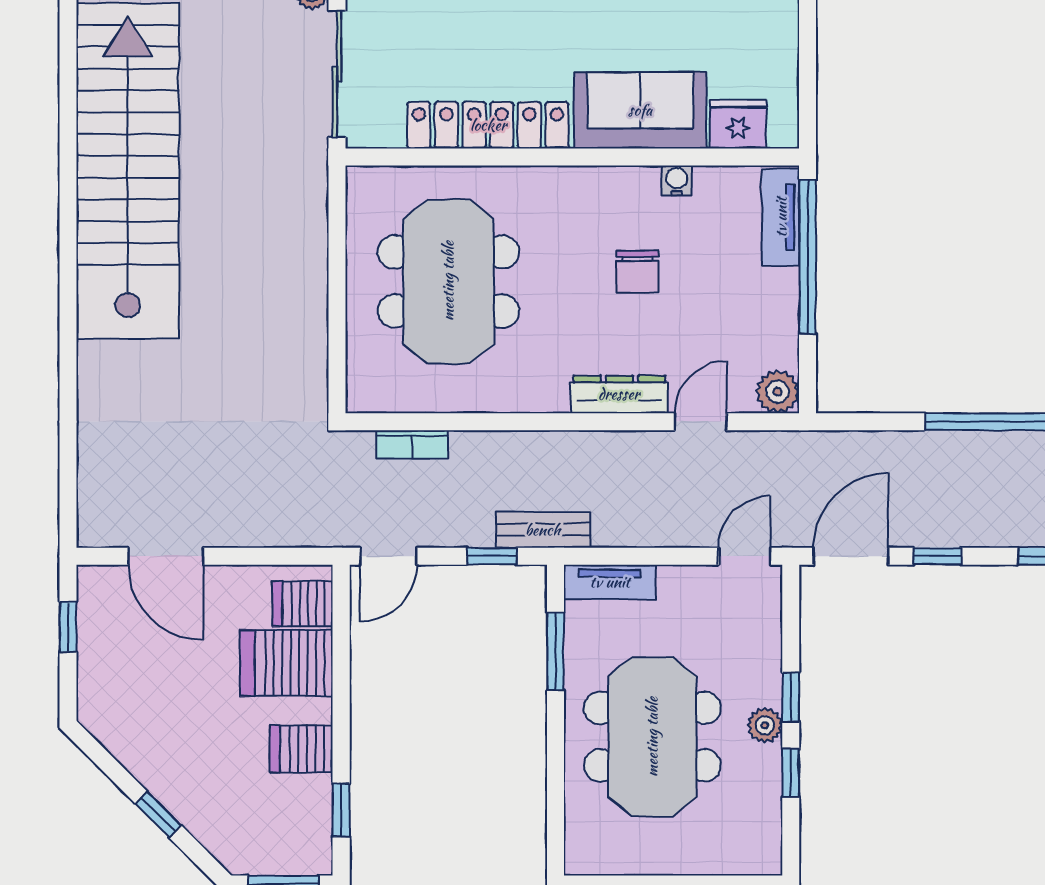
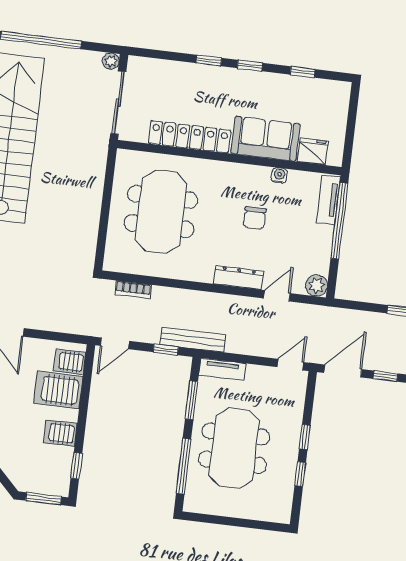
bench: (543, 530) -> (193, 340), width x1.36
plant: (765, 725) -> (290, 449), removed
window: (555, 785) -> (184, 466), added

